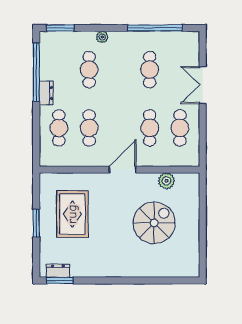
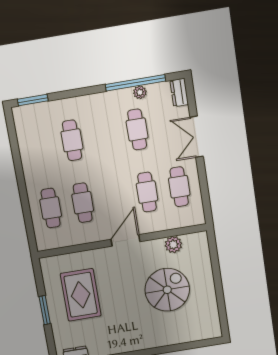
plant: (102, 37) -> (140, 92), moved
window: (36, 72) -> (16, 153), removed
dresser: (46, 93) -> (179, 93), moved, turned 180

